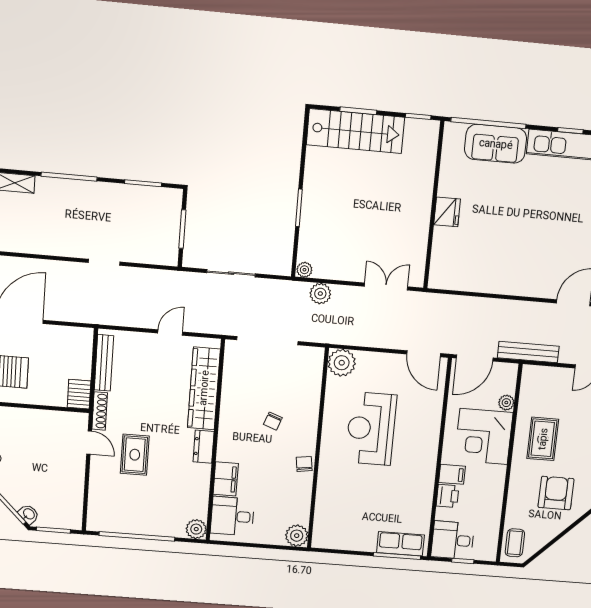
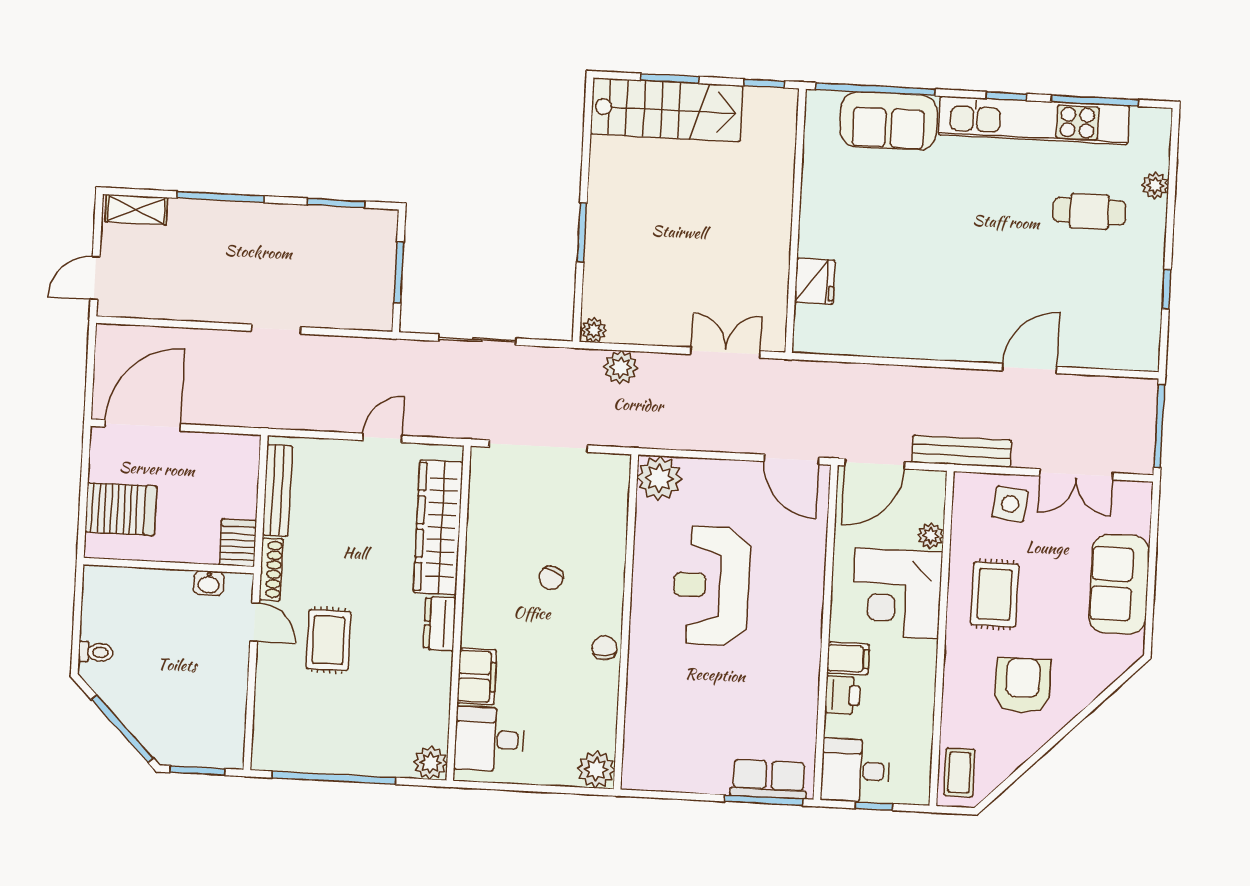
fridge: (447, 212) -> (815, 281), moved
side table: (556, 385) -> (1010, 504), added
washbasin: (29, 514) -> (209, 583), moved, turned 135

